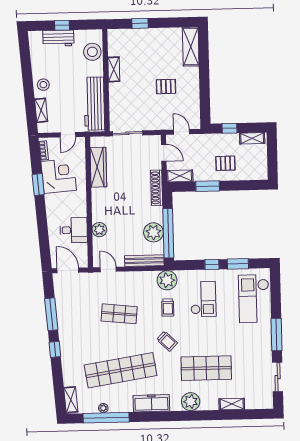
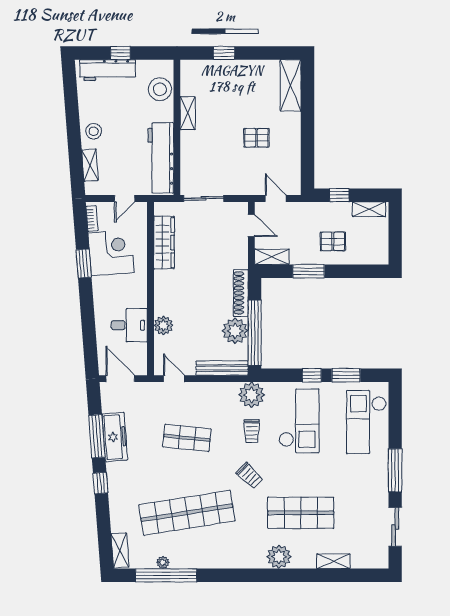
workbench: (58, 38) -> (108, 70), width x1.38
shoe rack: (157, 188) -> (241, 293), moved
checkout: (203, 299) -> (299, 421), width x1.36, depth x1.21
freezer: (151, 403) -> (115, 437), moved, turned 86

